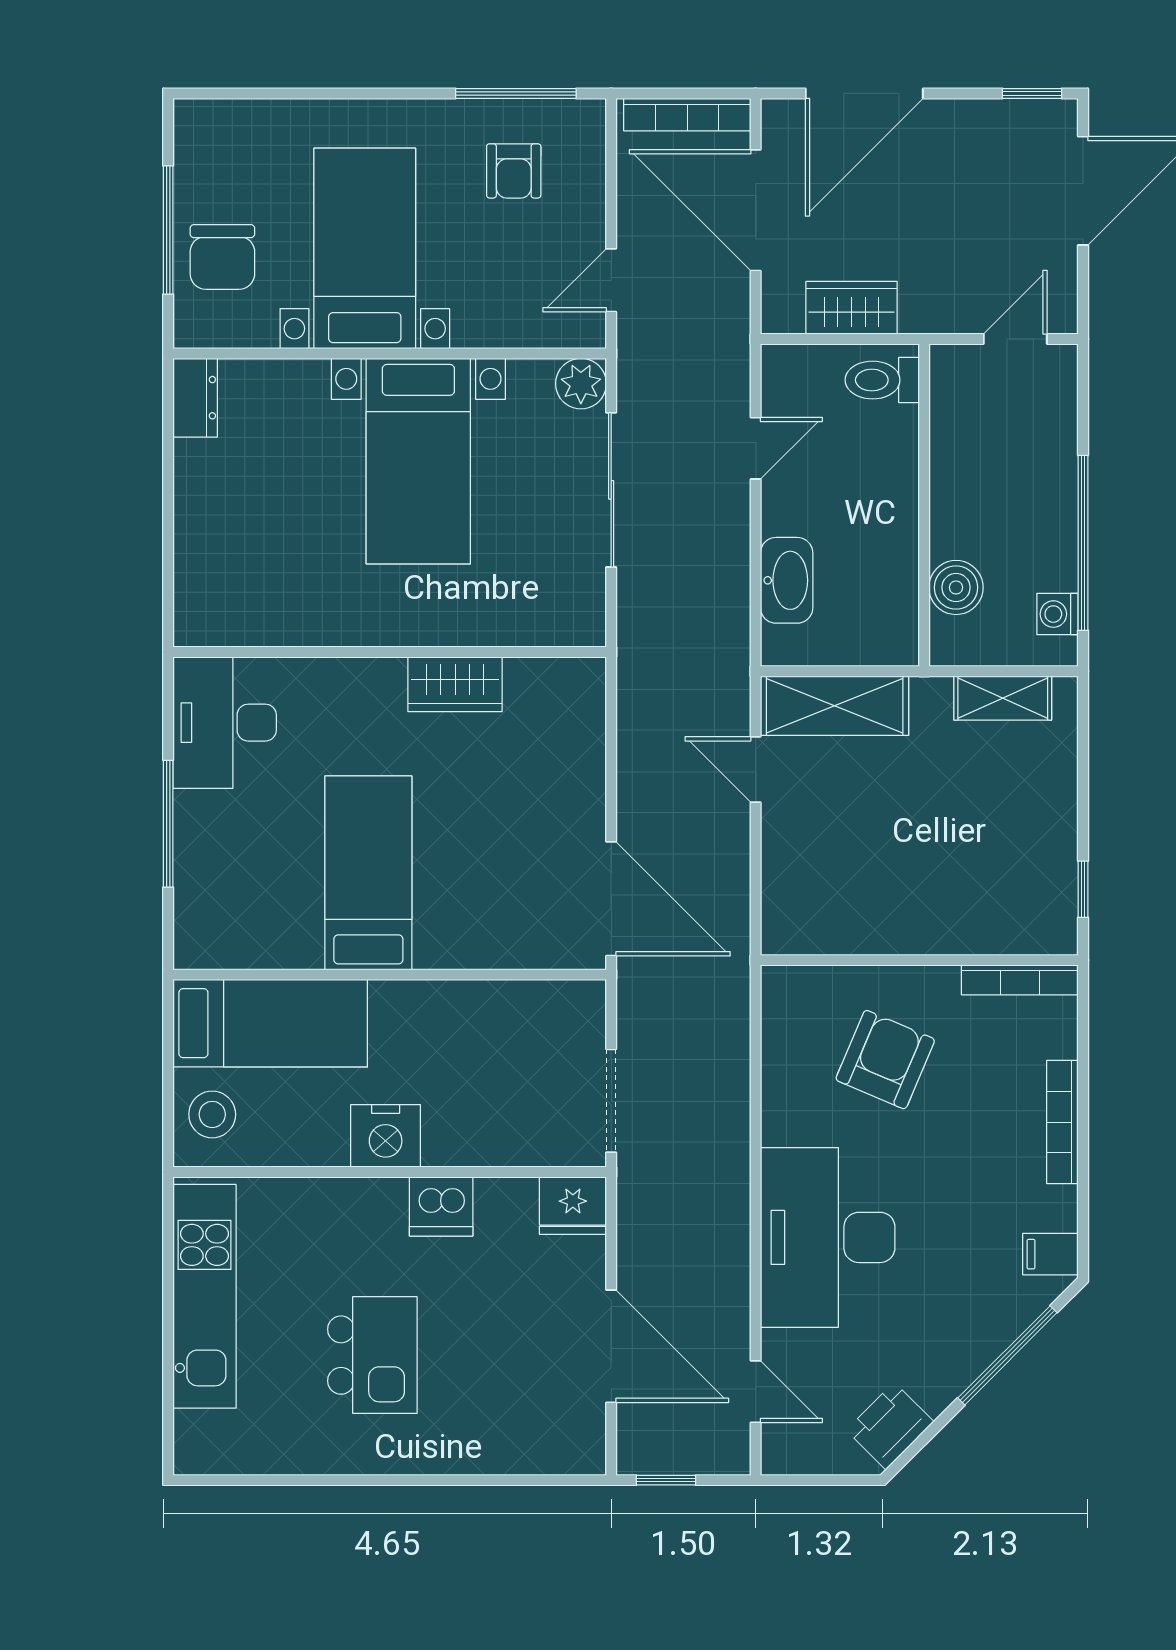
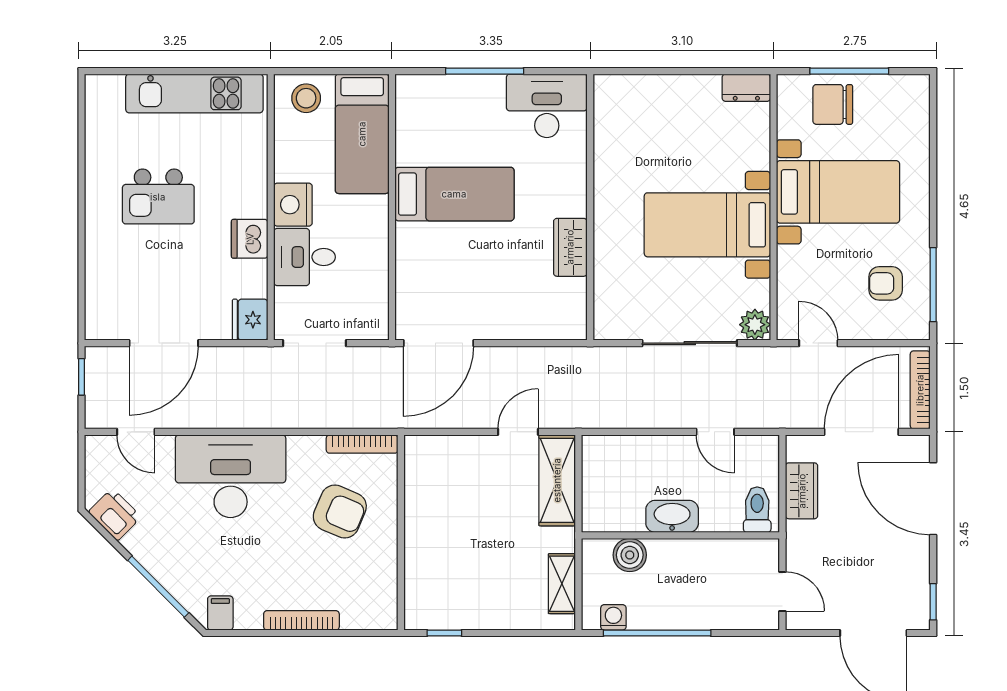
washbasin: (787, 580) -> (672, 516), moved, turned 180
bookcase: (1020, 980) -> (362, 444), moved, turned -90
desk: (471, 1117) -> (305, 257), added
door: (756, 1392) -> (136, 432), hinge flipped

